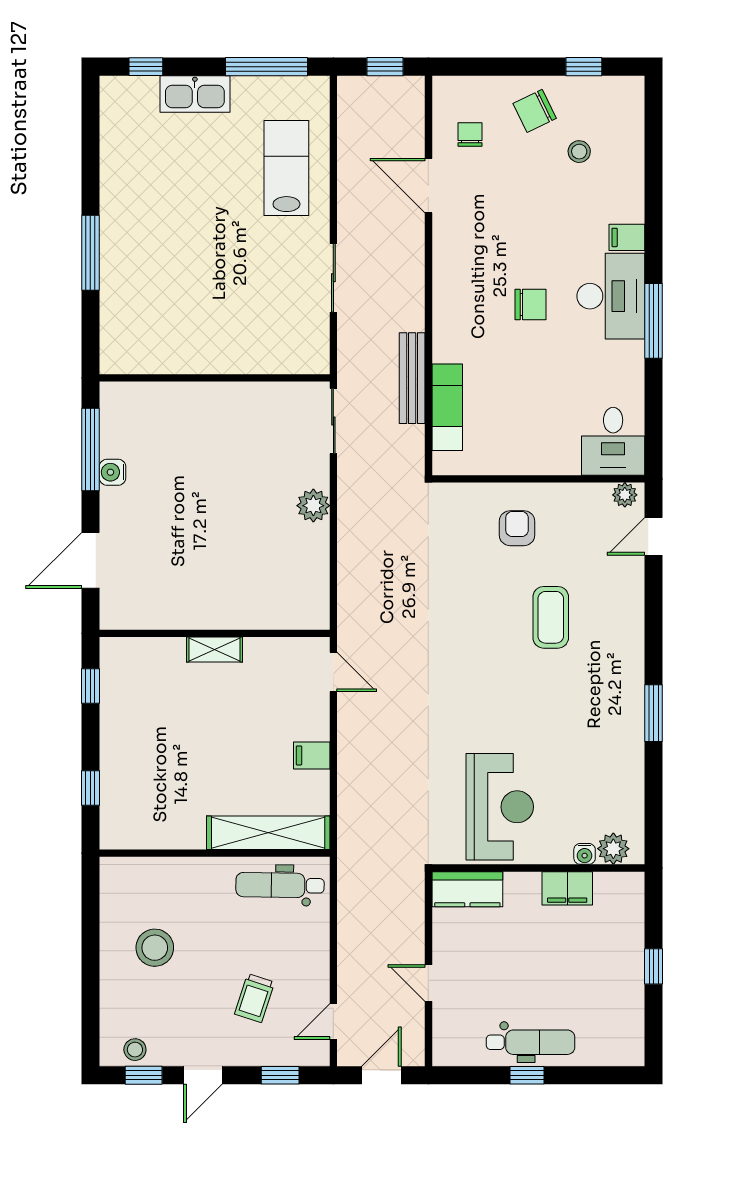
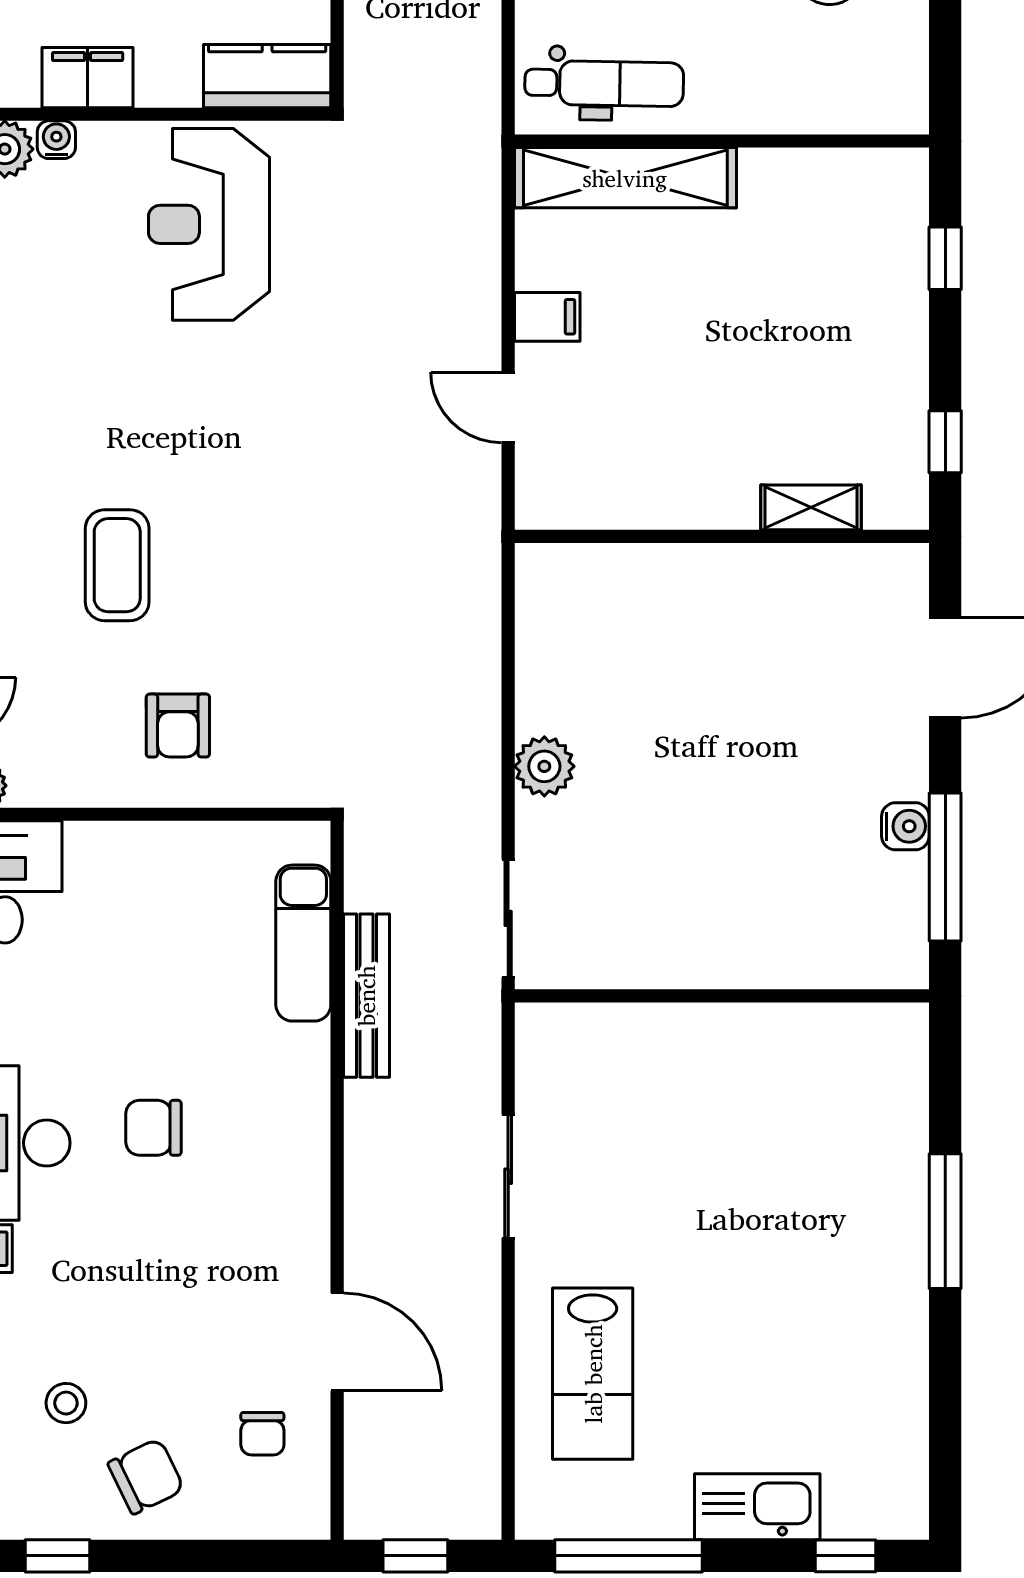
shelving: (214, 649) -> (811, 507), moved
door: (333, 672) -> (508, 407), moved

